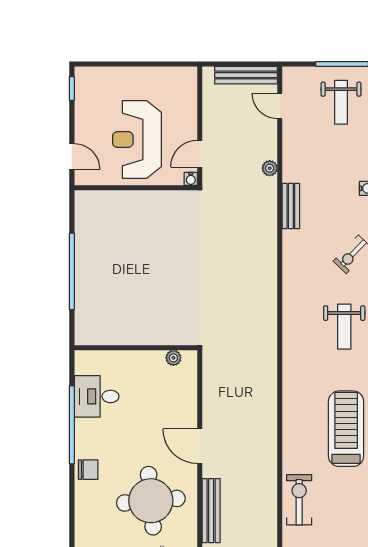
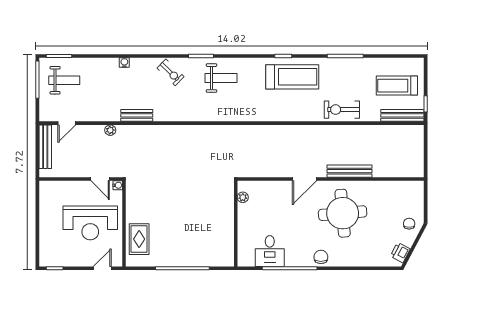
rug: (114, 209) -> (139, 239), added
treadmill: (346, 429) -> (292, 77), turned 180

